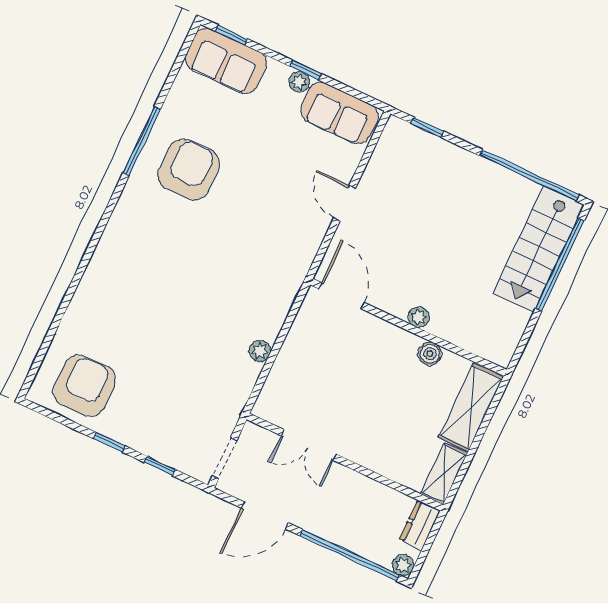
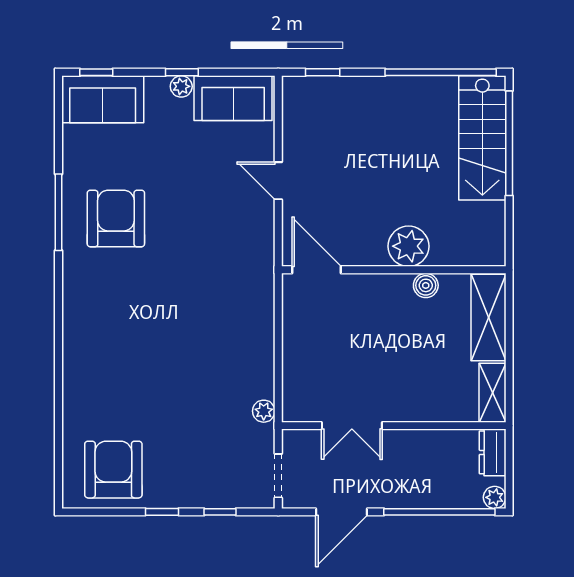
plant: (419, 317) -> (409, 246), width x1.87, depth x1.87
plant: (260, 351) -> (264, 411), moved

